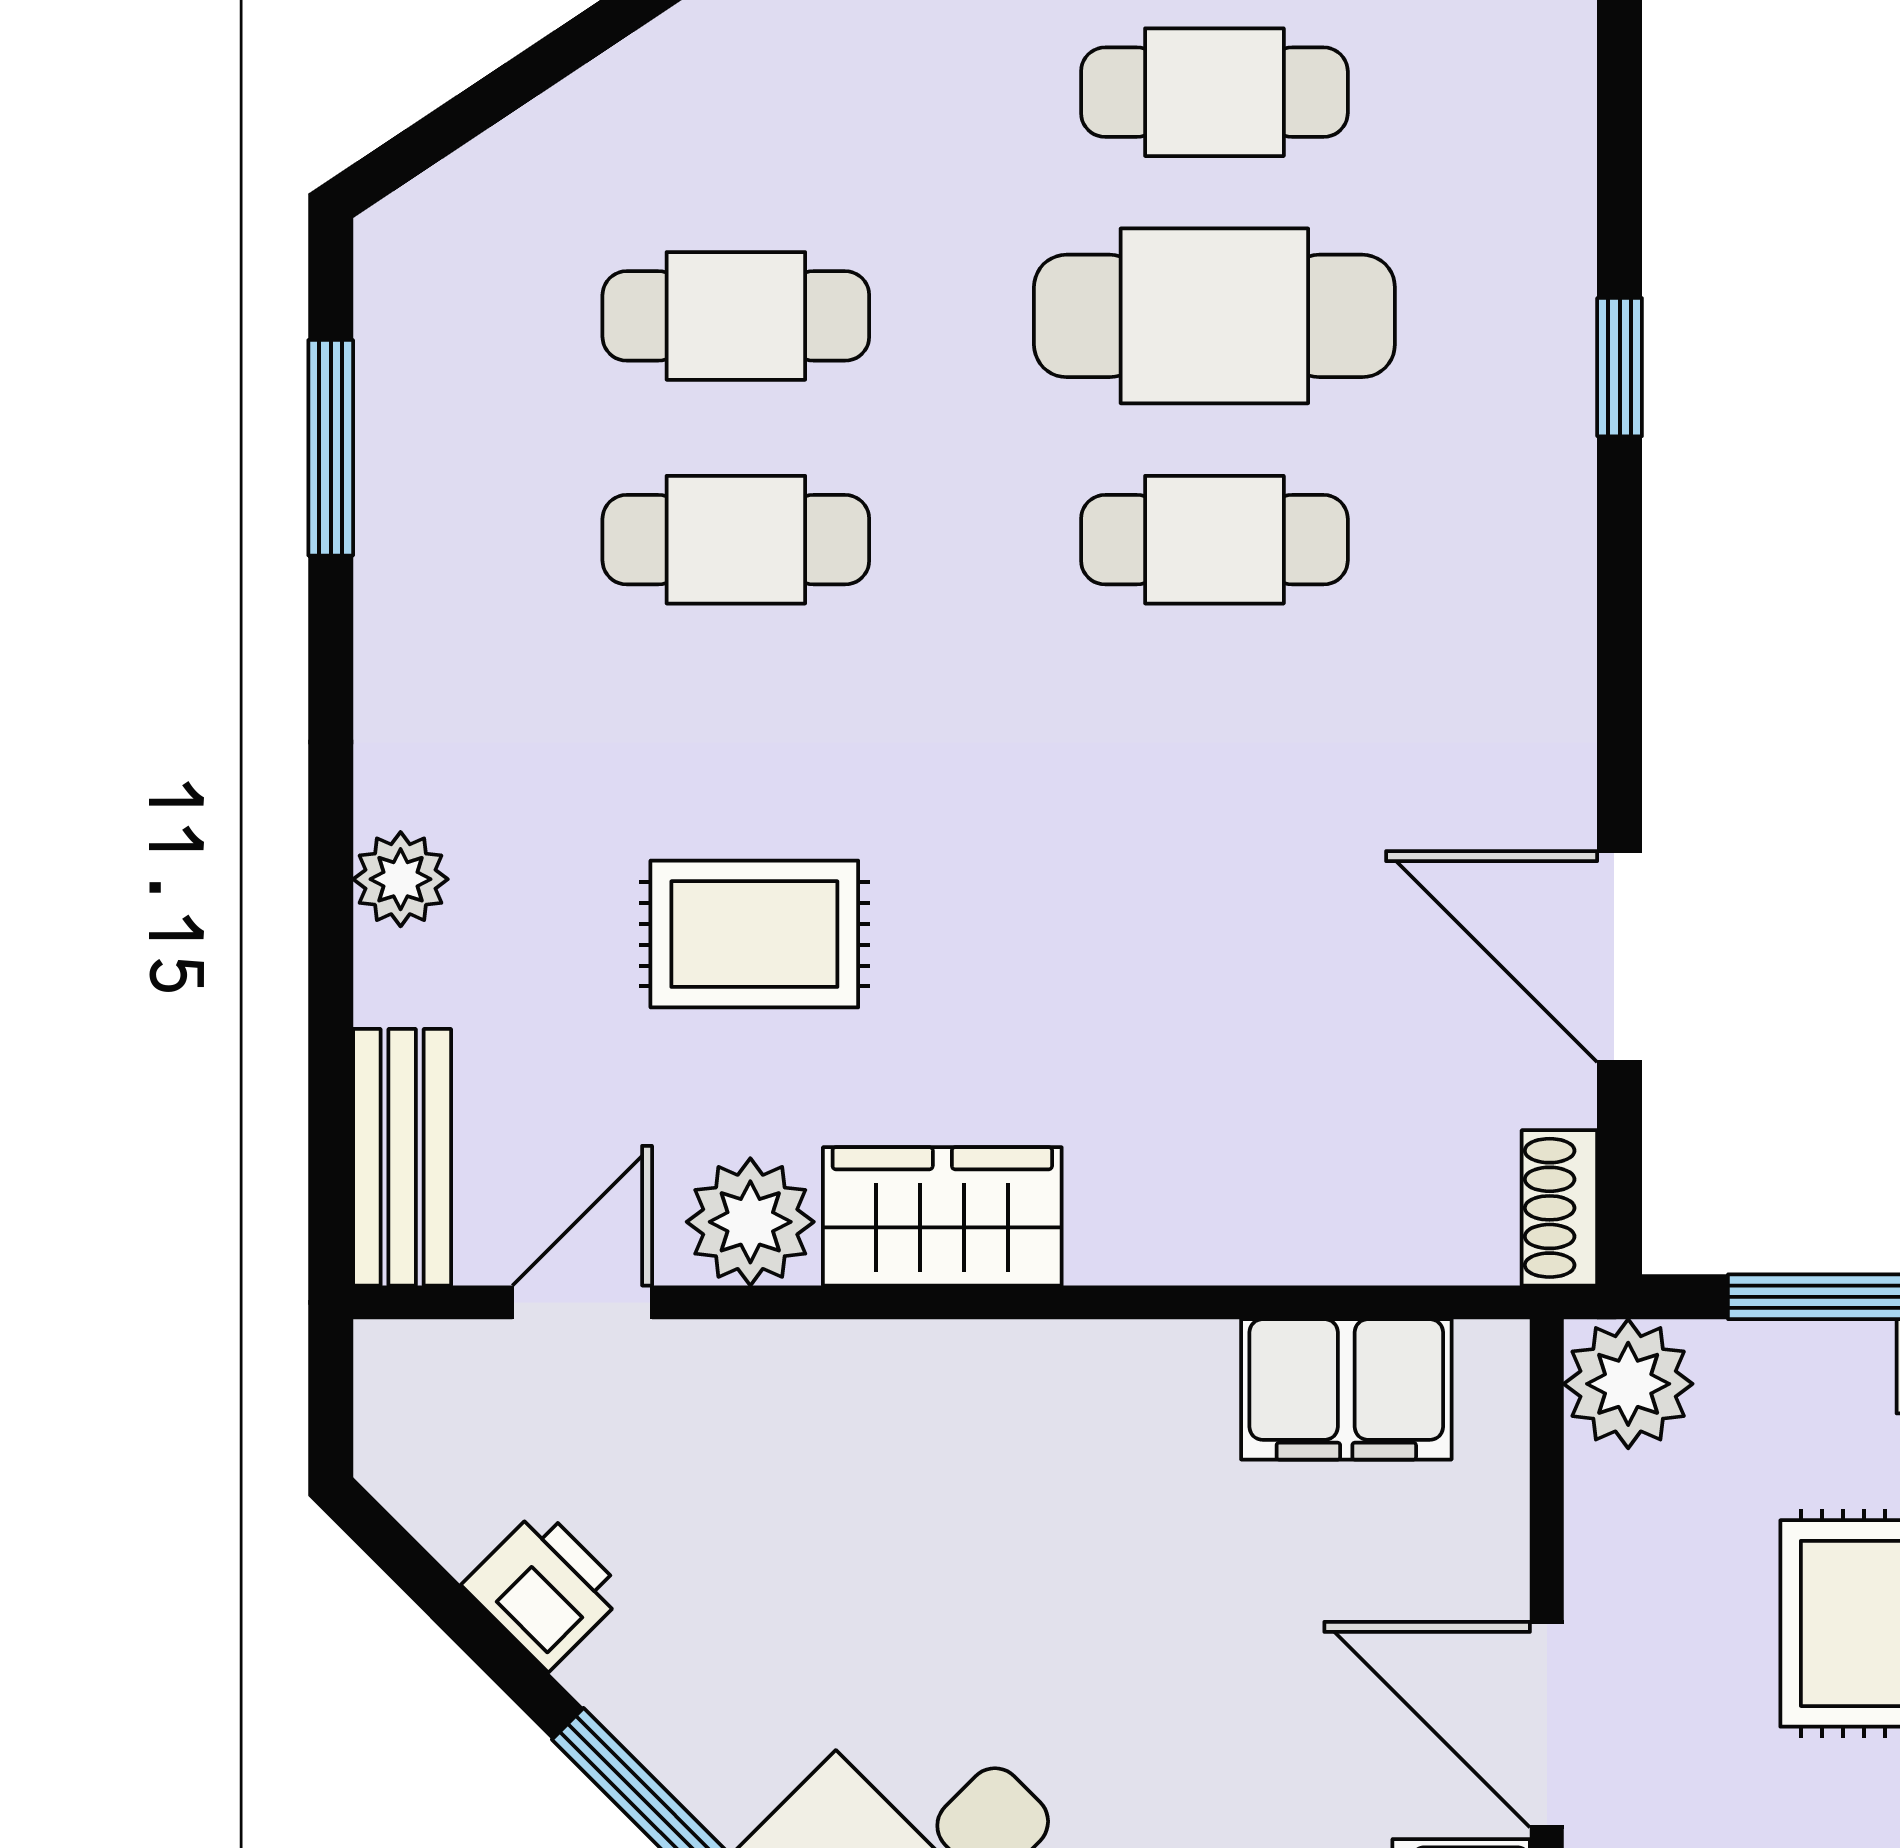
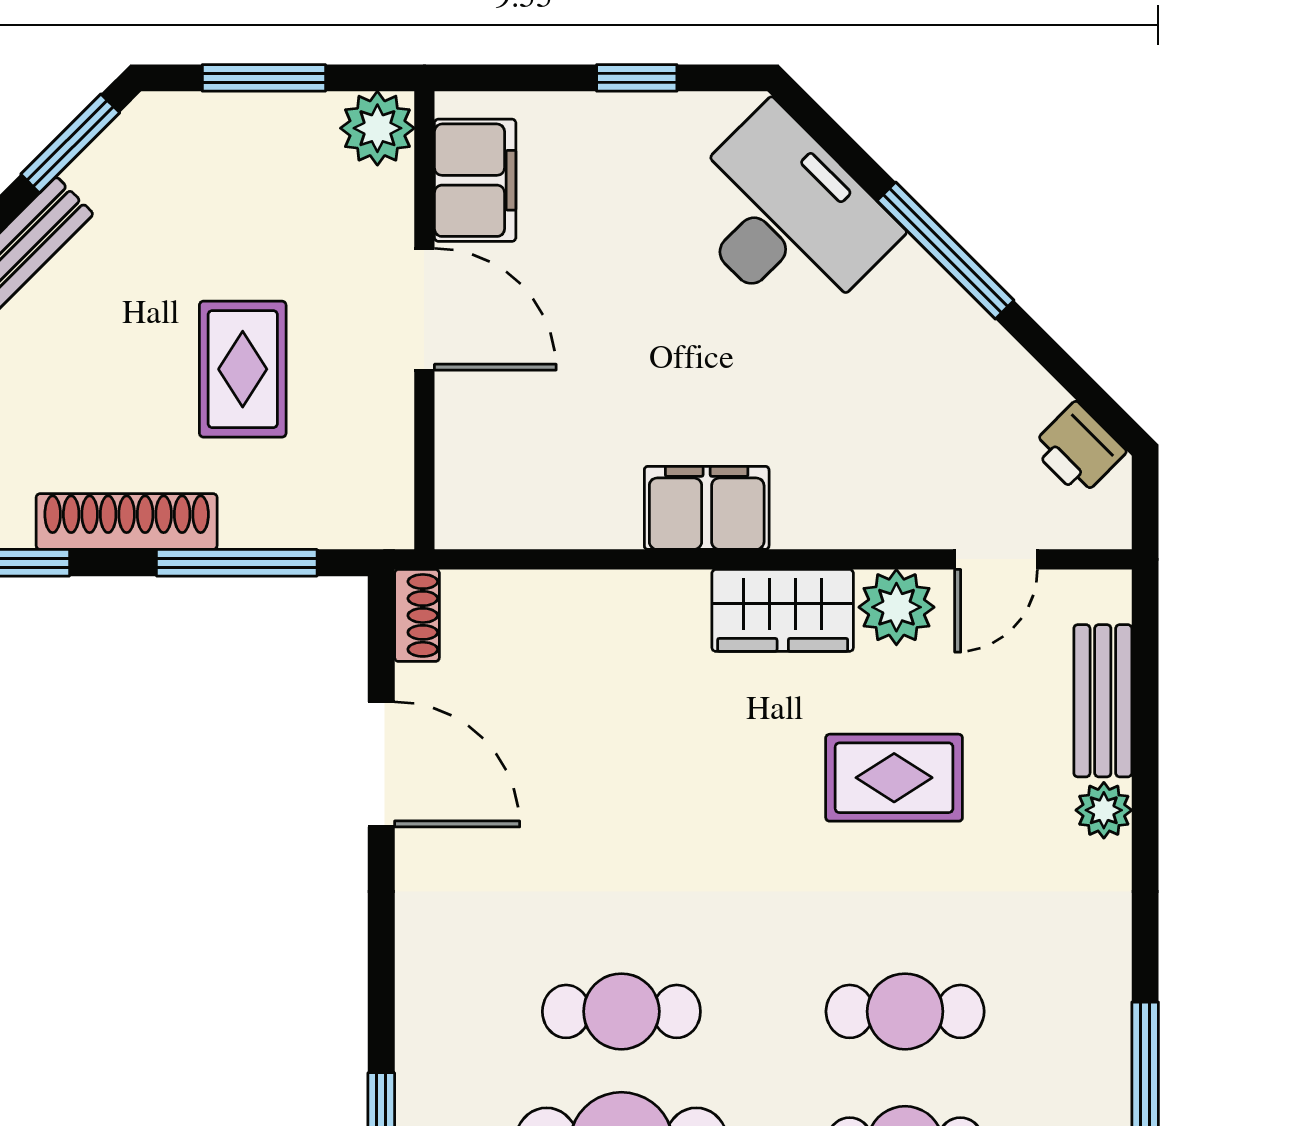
bench: (402, 1157) -> (1103, 701), moved
plant: (1628, 1384) -> (376, 511), removed
filing cabinet: (1346, 1389) -> (707, 508), moved
printer: (544, 1589) -> (1078, 449), moved

